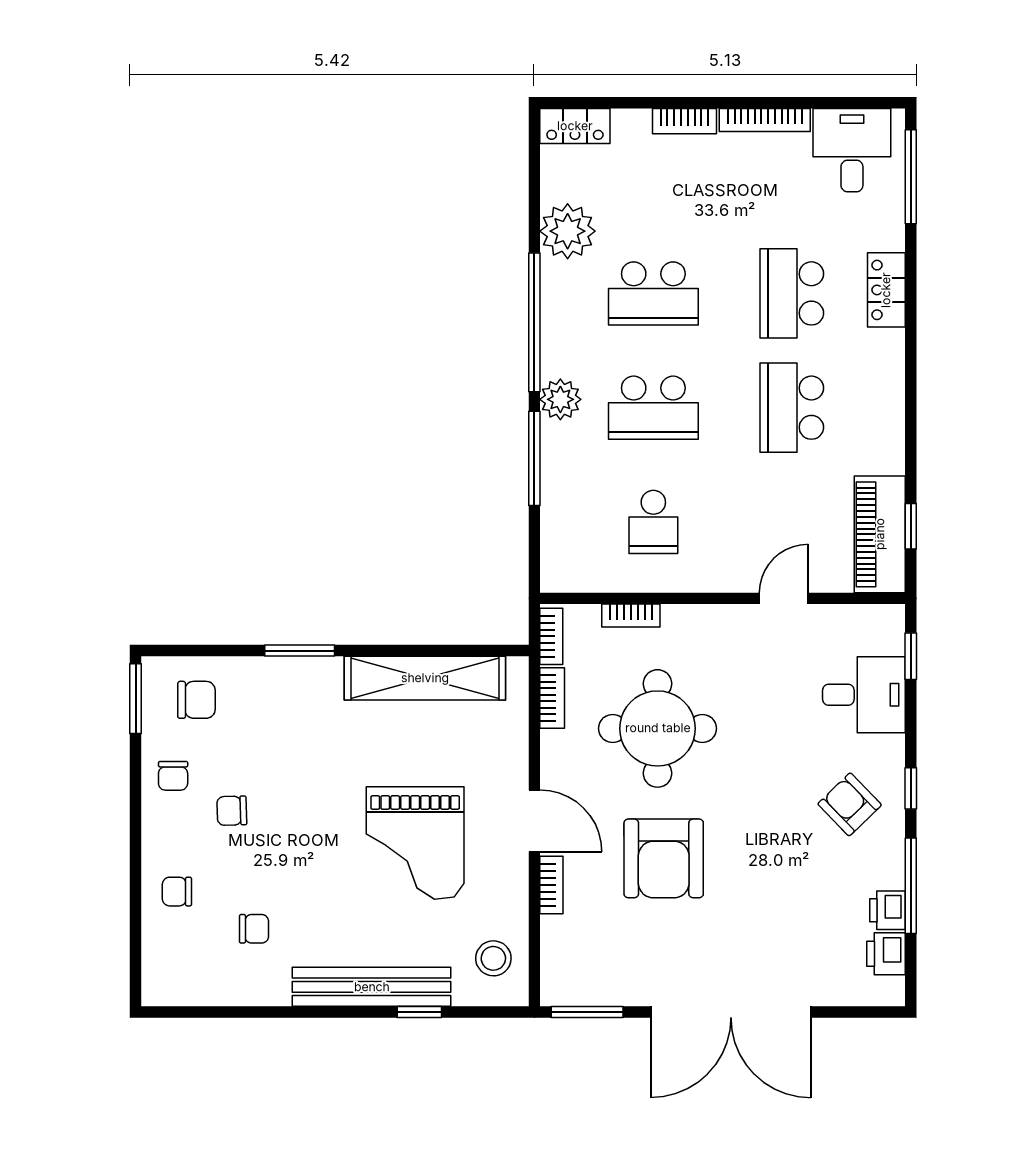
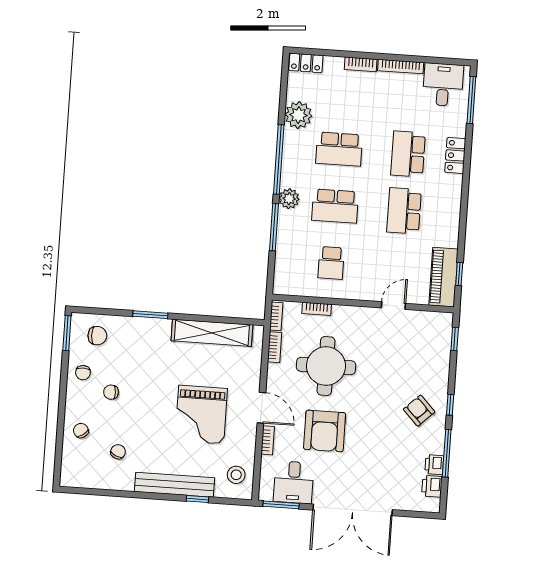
desk: (864, 695) -> (294, 482), moved, turned 90
chair: (177, 892) -> (81, 431), turned 56
chair: (254, 929) -> (118, 452), turned -67

